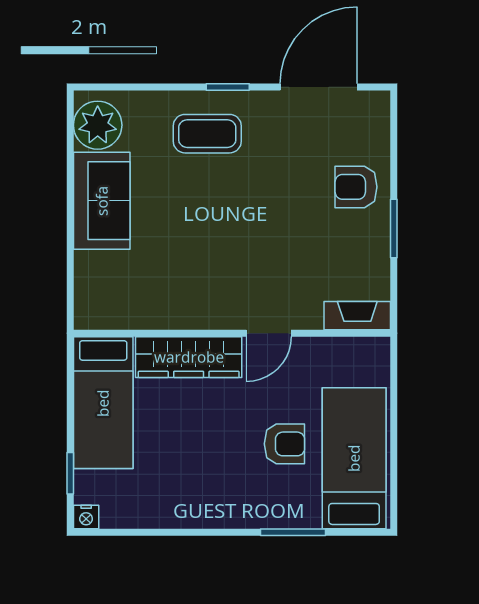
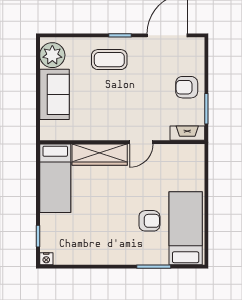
fireplace: (357, 316) -> (187, 133), moved
wall: (232, 333) -> (122, 142), moved
door: (269, 333) -> (141, 142), moved
wardrobe: (189, 357) -> (100, 155), moved
bed: (103, 403) -> (55, 178), moved

